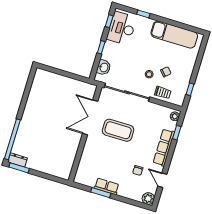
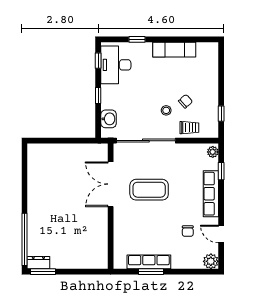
exam couch: (174, 35) -> (174, 50), width x0.73, depth x0.69
row of seats: (107, 186) -> (149, 262), width x1.48

